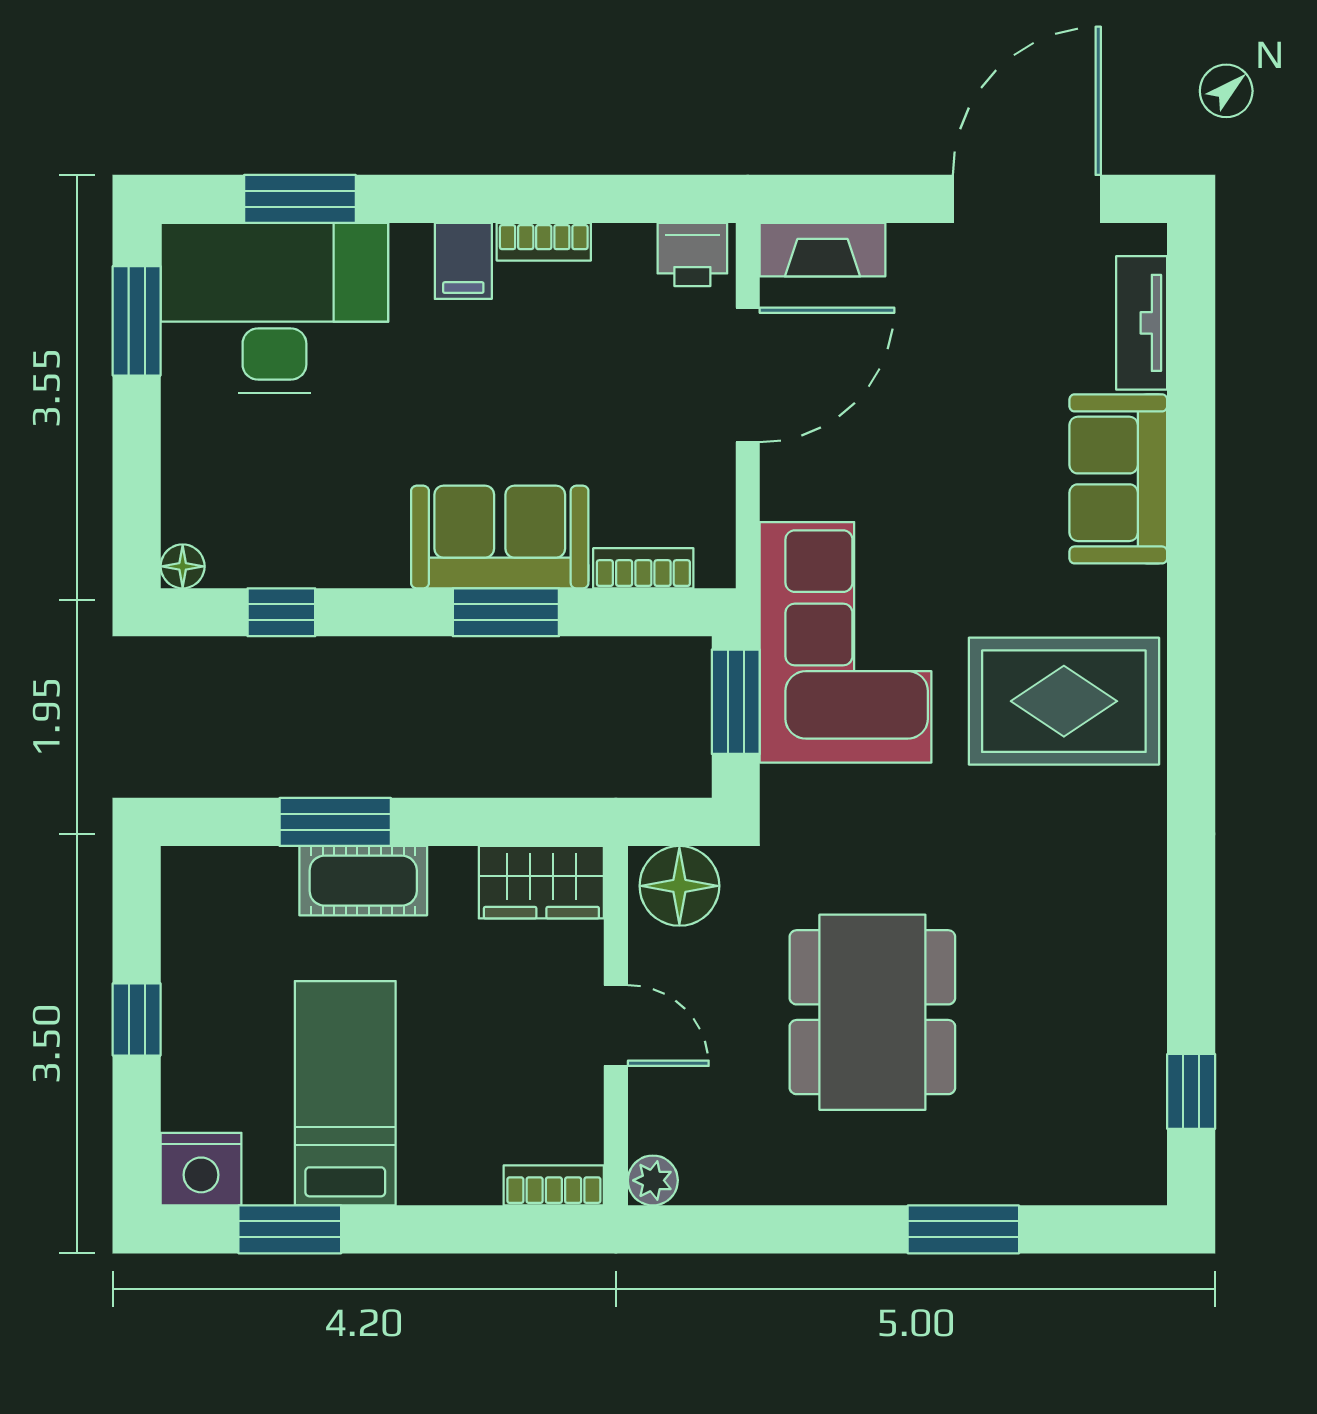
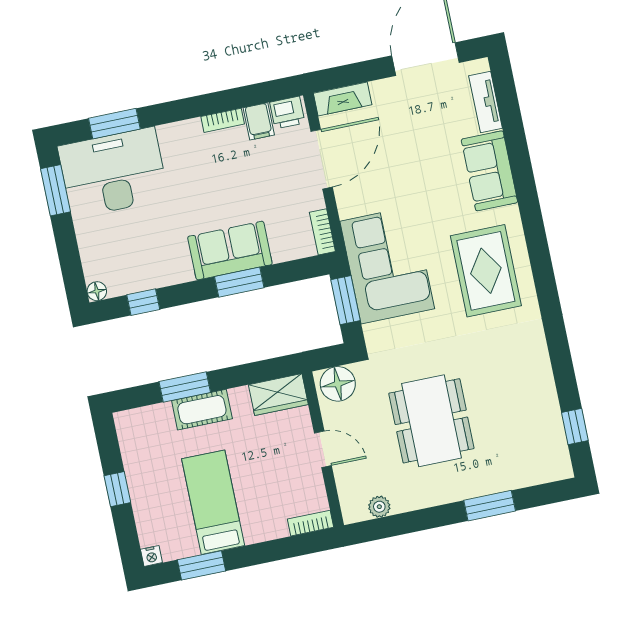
filing cabinet: (463, 261) -> (259, 121), moved
bookcase: (643, 568) -> (322, 232), moved, turned -90
rug: (1064, 701) -> (486, 271), turned 90
nightstand: (201, 1169) -> (151, 556), width x0.53, depth x0.56
plant: (653, 1180) -> (379, 507), moved

